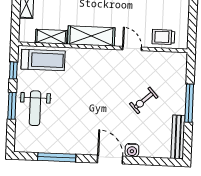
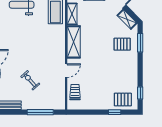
window: (189, 103) -> (40, 112), moved

